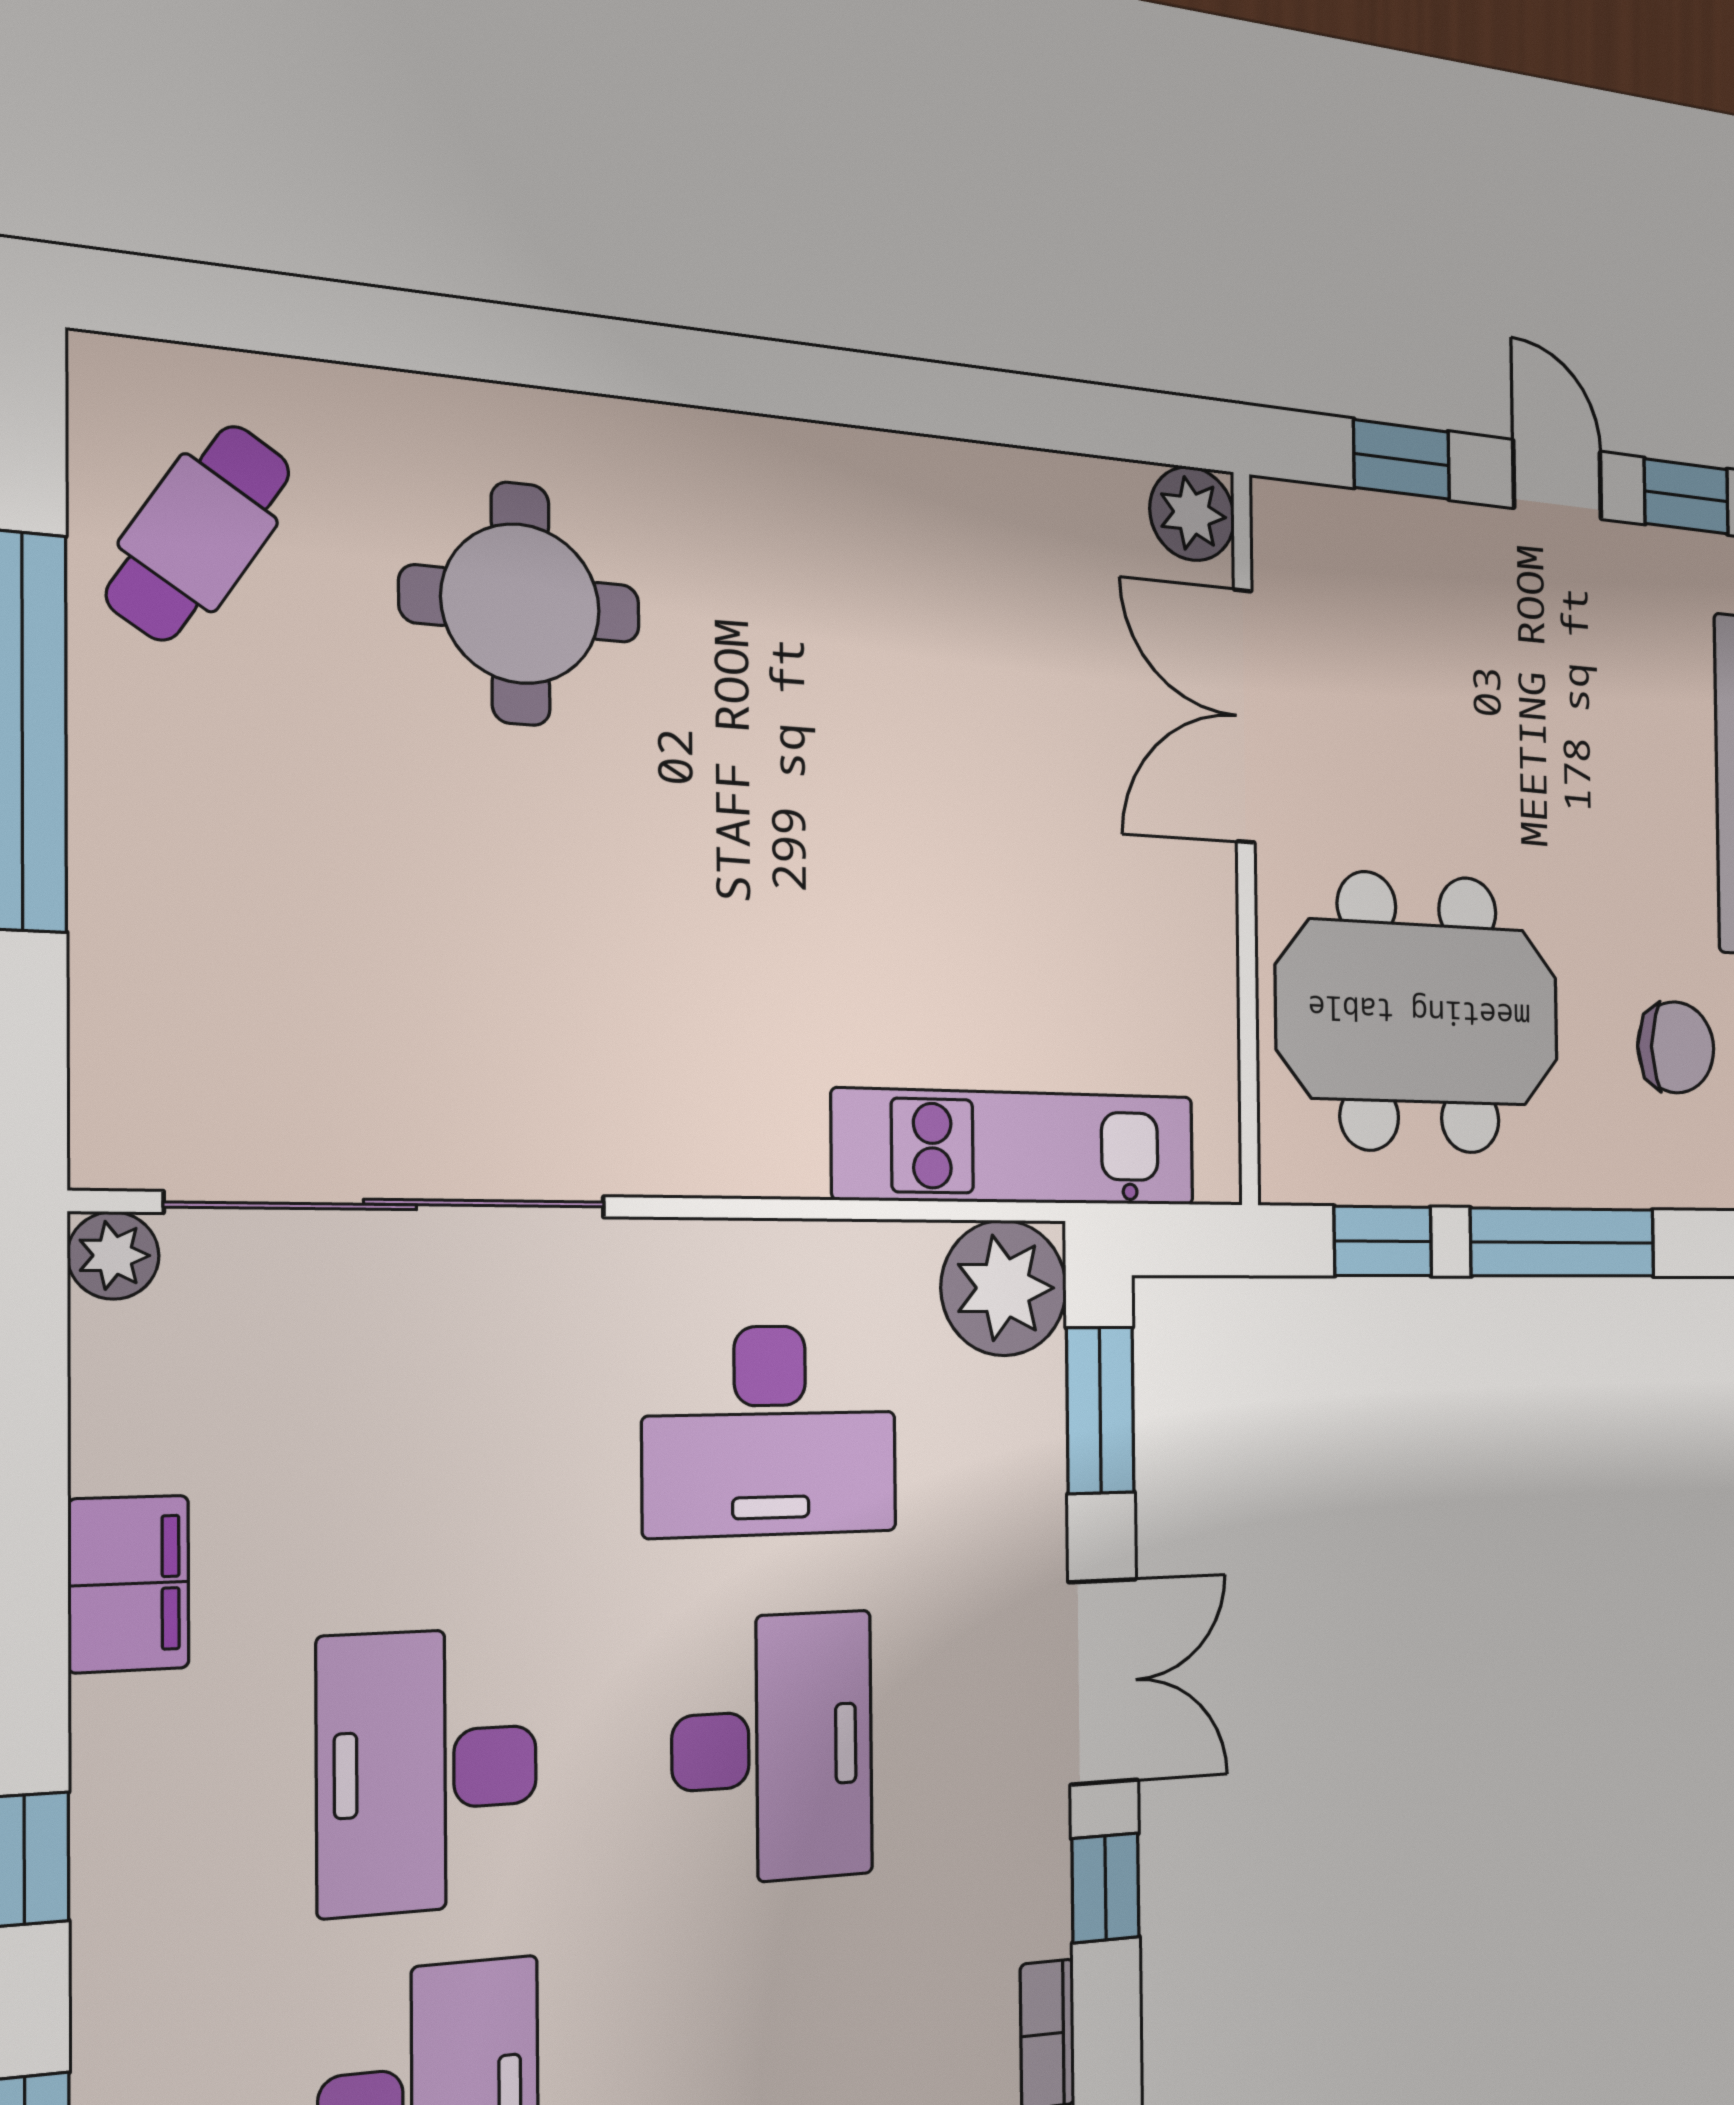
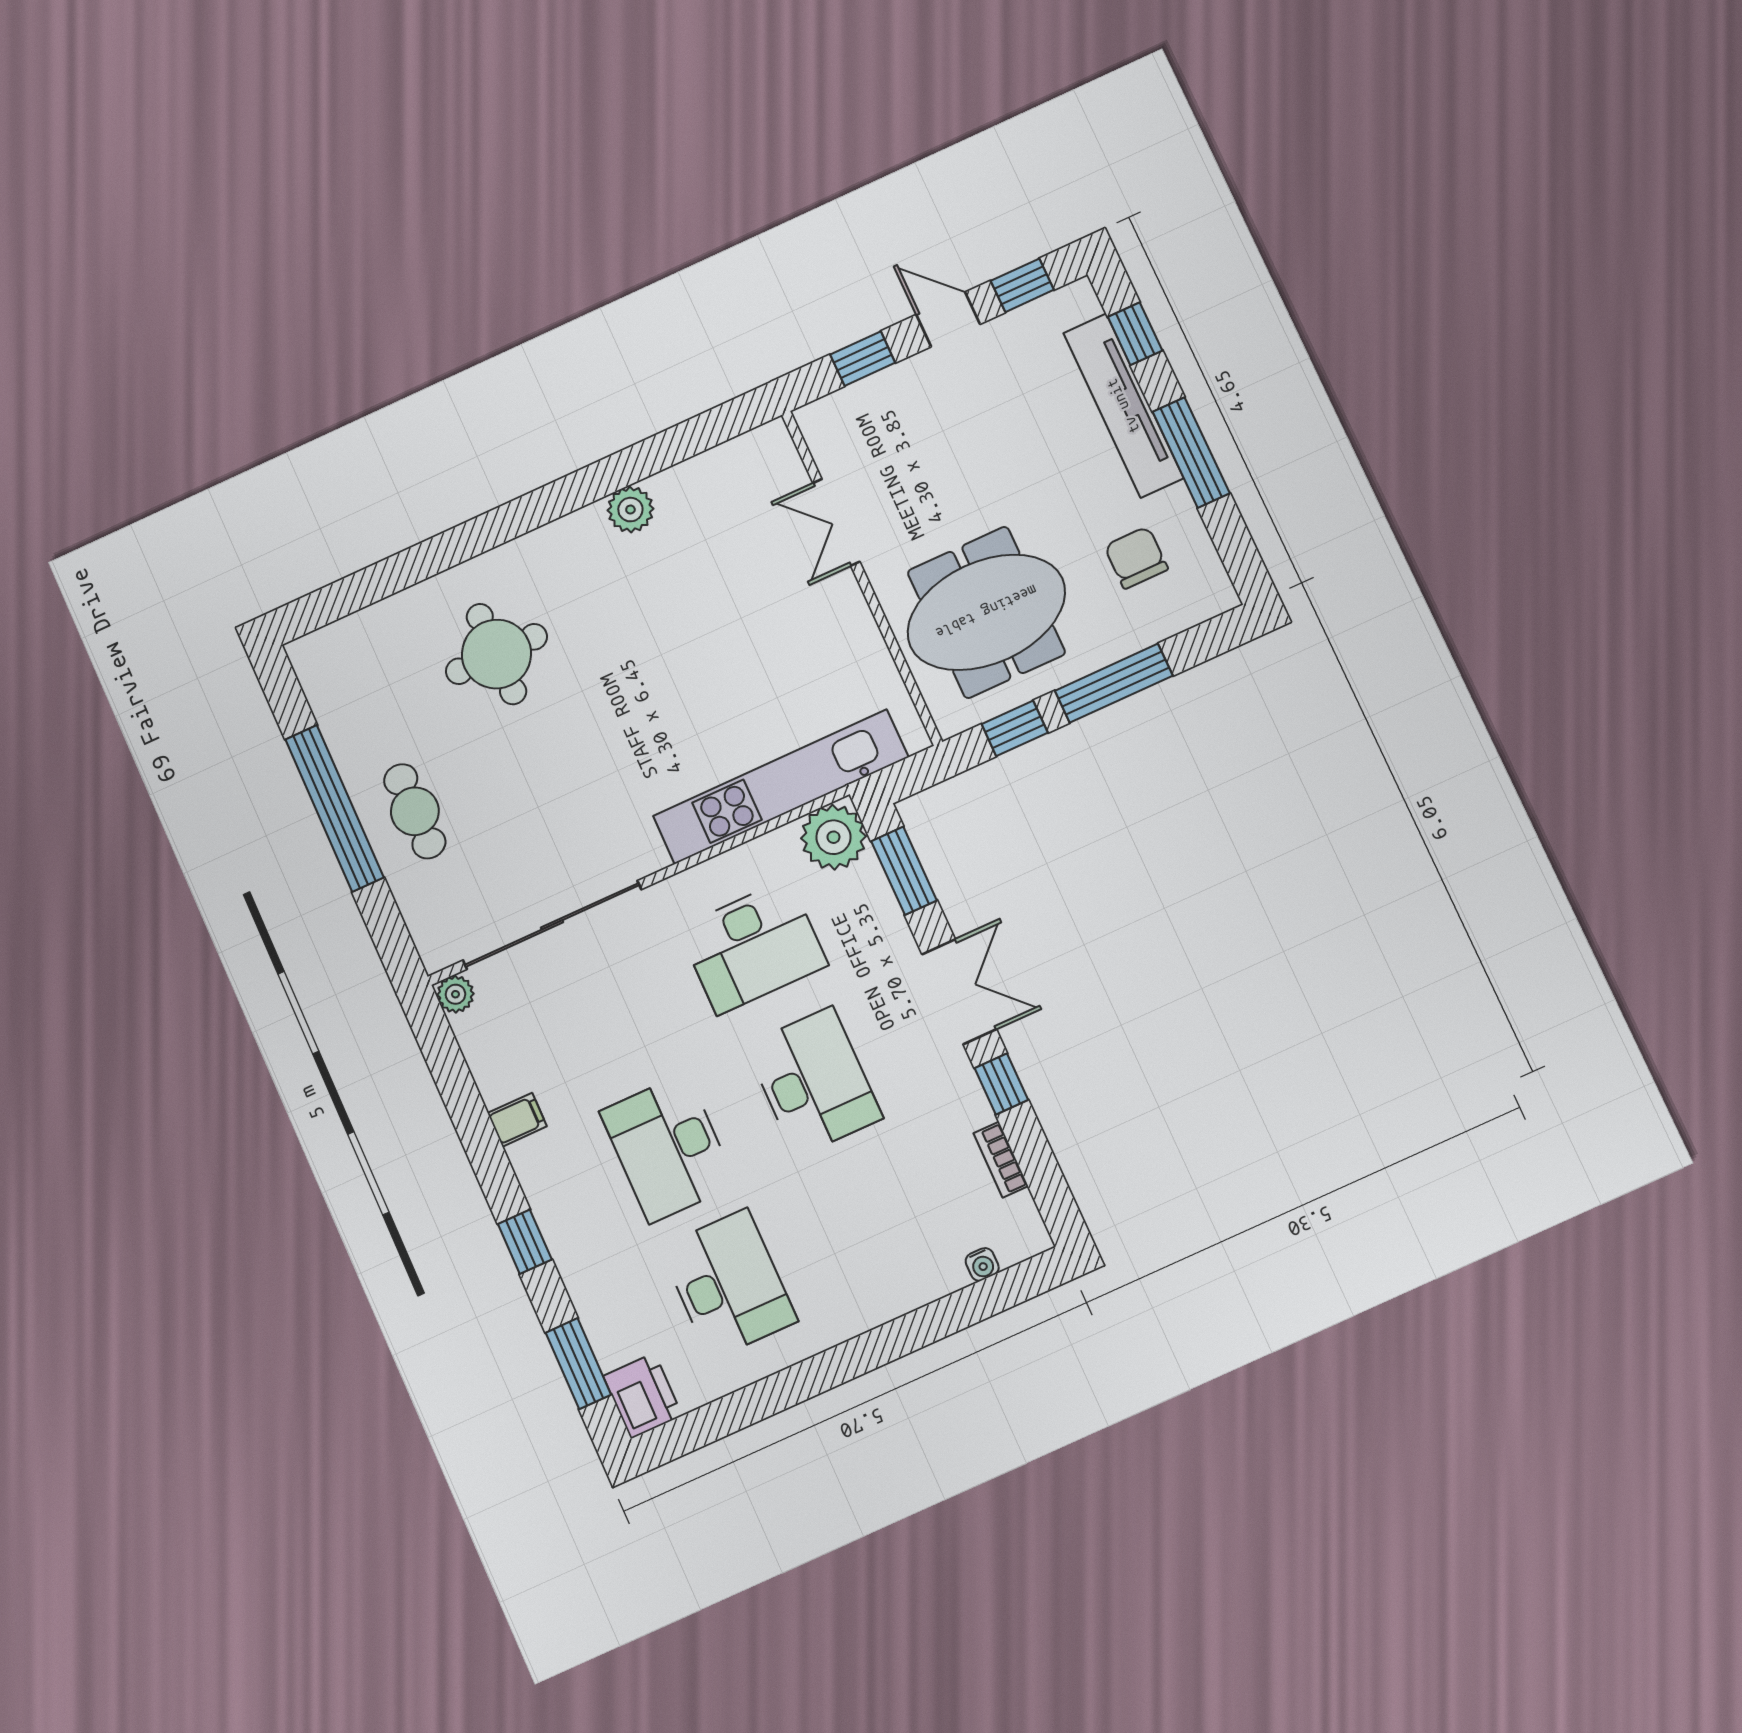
plant: (1192, 514) -> (630, 510), moved
cafe table: (198, 533) -> (415, 811), moved, turned -33
double door: (1244, 716) -> (836, 522), width x0.73
chair: (1676, 1047) -> (1136, 558), turned -90
kitchen unit: (1016, 1147) -> (781, 787), width x1.36
filing cabinet: (129, 1584) -> (517, 1120), width x0.50

